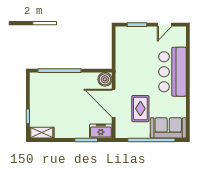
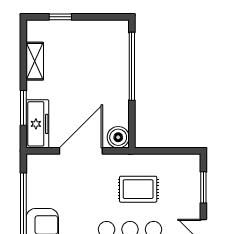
rug: (140, 109) -> (138, 189), moved
freezer: (101, 131) -> (37, 124), width x1.40
shelving: (42, 133) -> (35, 61), moved

